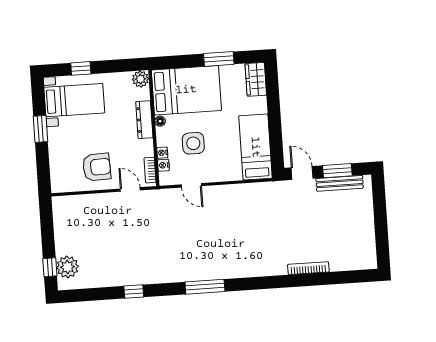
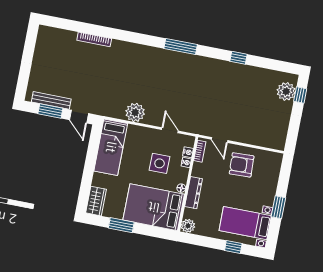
plant: (238, 195) -> (135, 112), added

